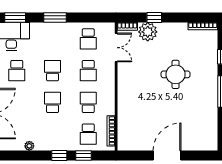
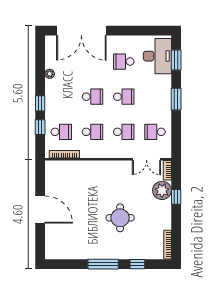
school desk: (88, 71) -> (124, 132), turned 180
school desk: (88, 134) -> (61, 132), turned 180

